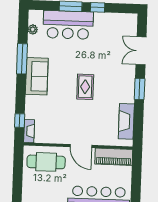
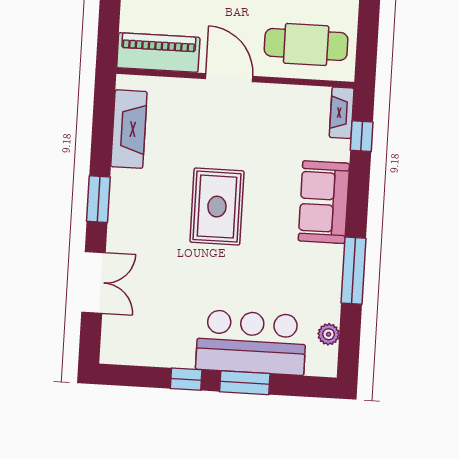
sofa: (37, 76) -> (324, 202), moved
rug: (85, 87) -> (217, 207), width x1.36, depth x1.43

